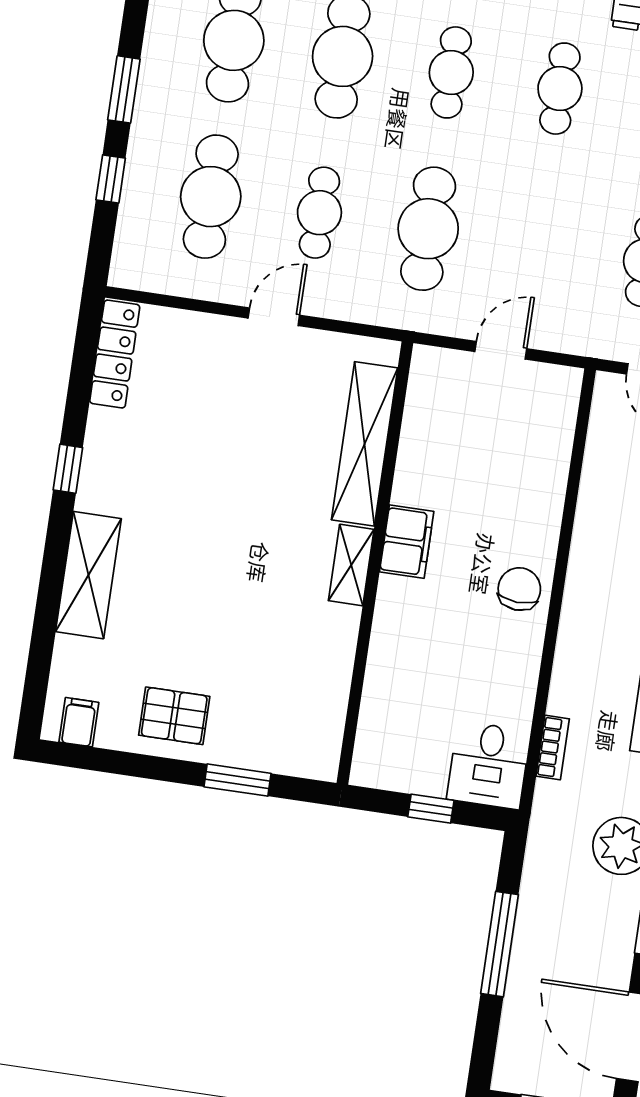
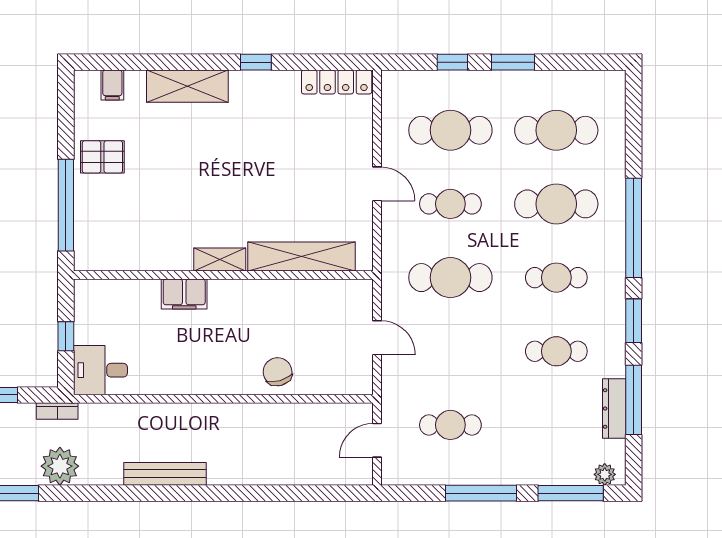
filing cabinet: (407, 542) -> (184, 294), moved
chair: (519, 589) -> (278, 372), moved, turned -109
pallet: (174, 716) -> (102, 157), turned 90
filing cabinet: (79, 722) -> (112, 85), moved, turned 90
bookcase: (553, 747) -> (57, 411), moved
window: (238, 780) -> (66, 205), width x2.11

